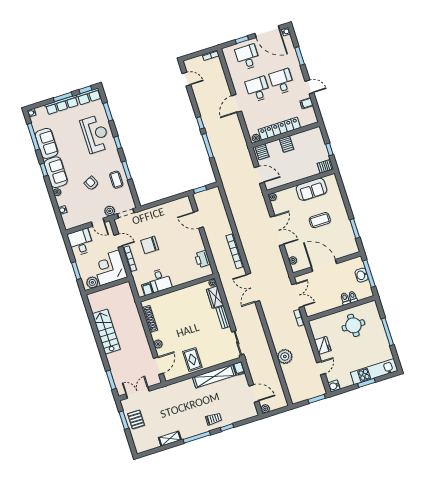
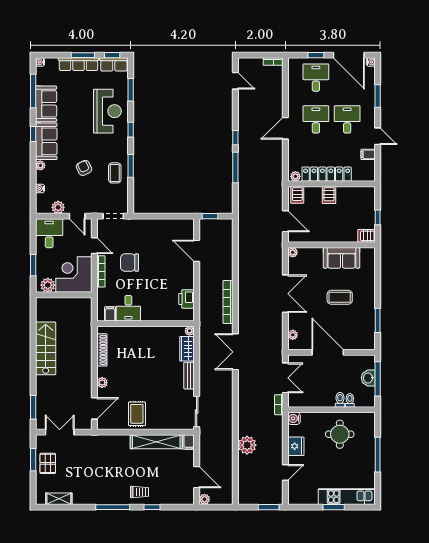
plant: (110, 211) -> (58, 207), moved
water cooler: (334, 386) -> (294, 418), moved
shelving: (170, 439) -> (59, 499), moved

